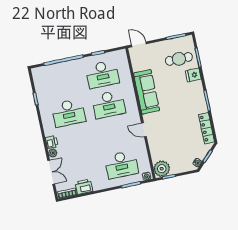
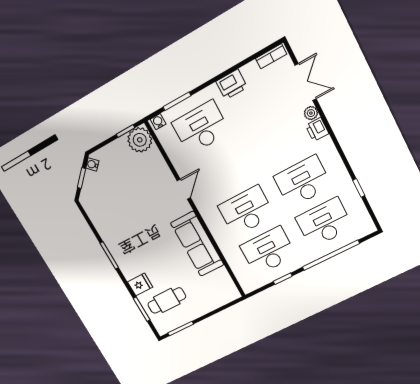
door: (139, 44) -> (228, 305), removed
desk: (62, 83) -> (324, 223), added
locker: (206, 128) -> (97, 217), removed
door: (144, 130) -> (184, 189), hinge flipped
double door: (51, 172) -> (306, 82), swing flipped
printer: (84, 187) -> (232, 84), moved

